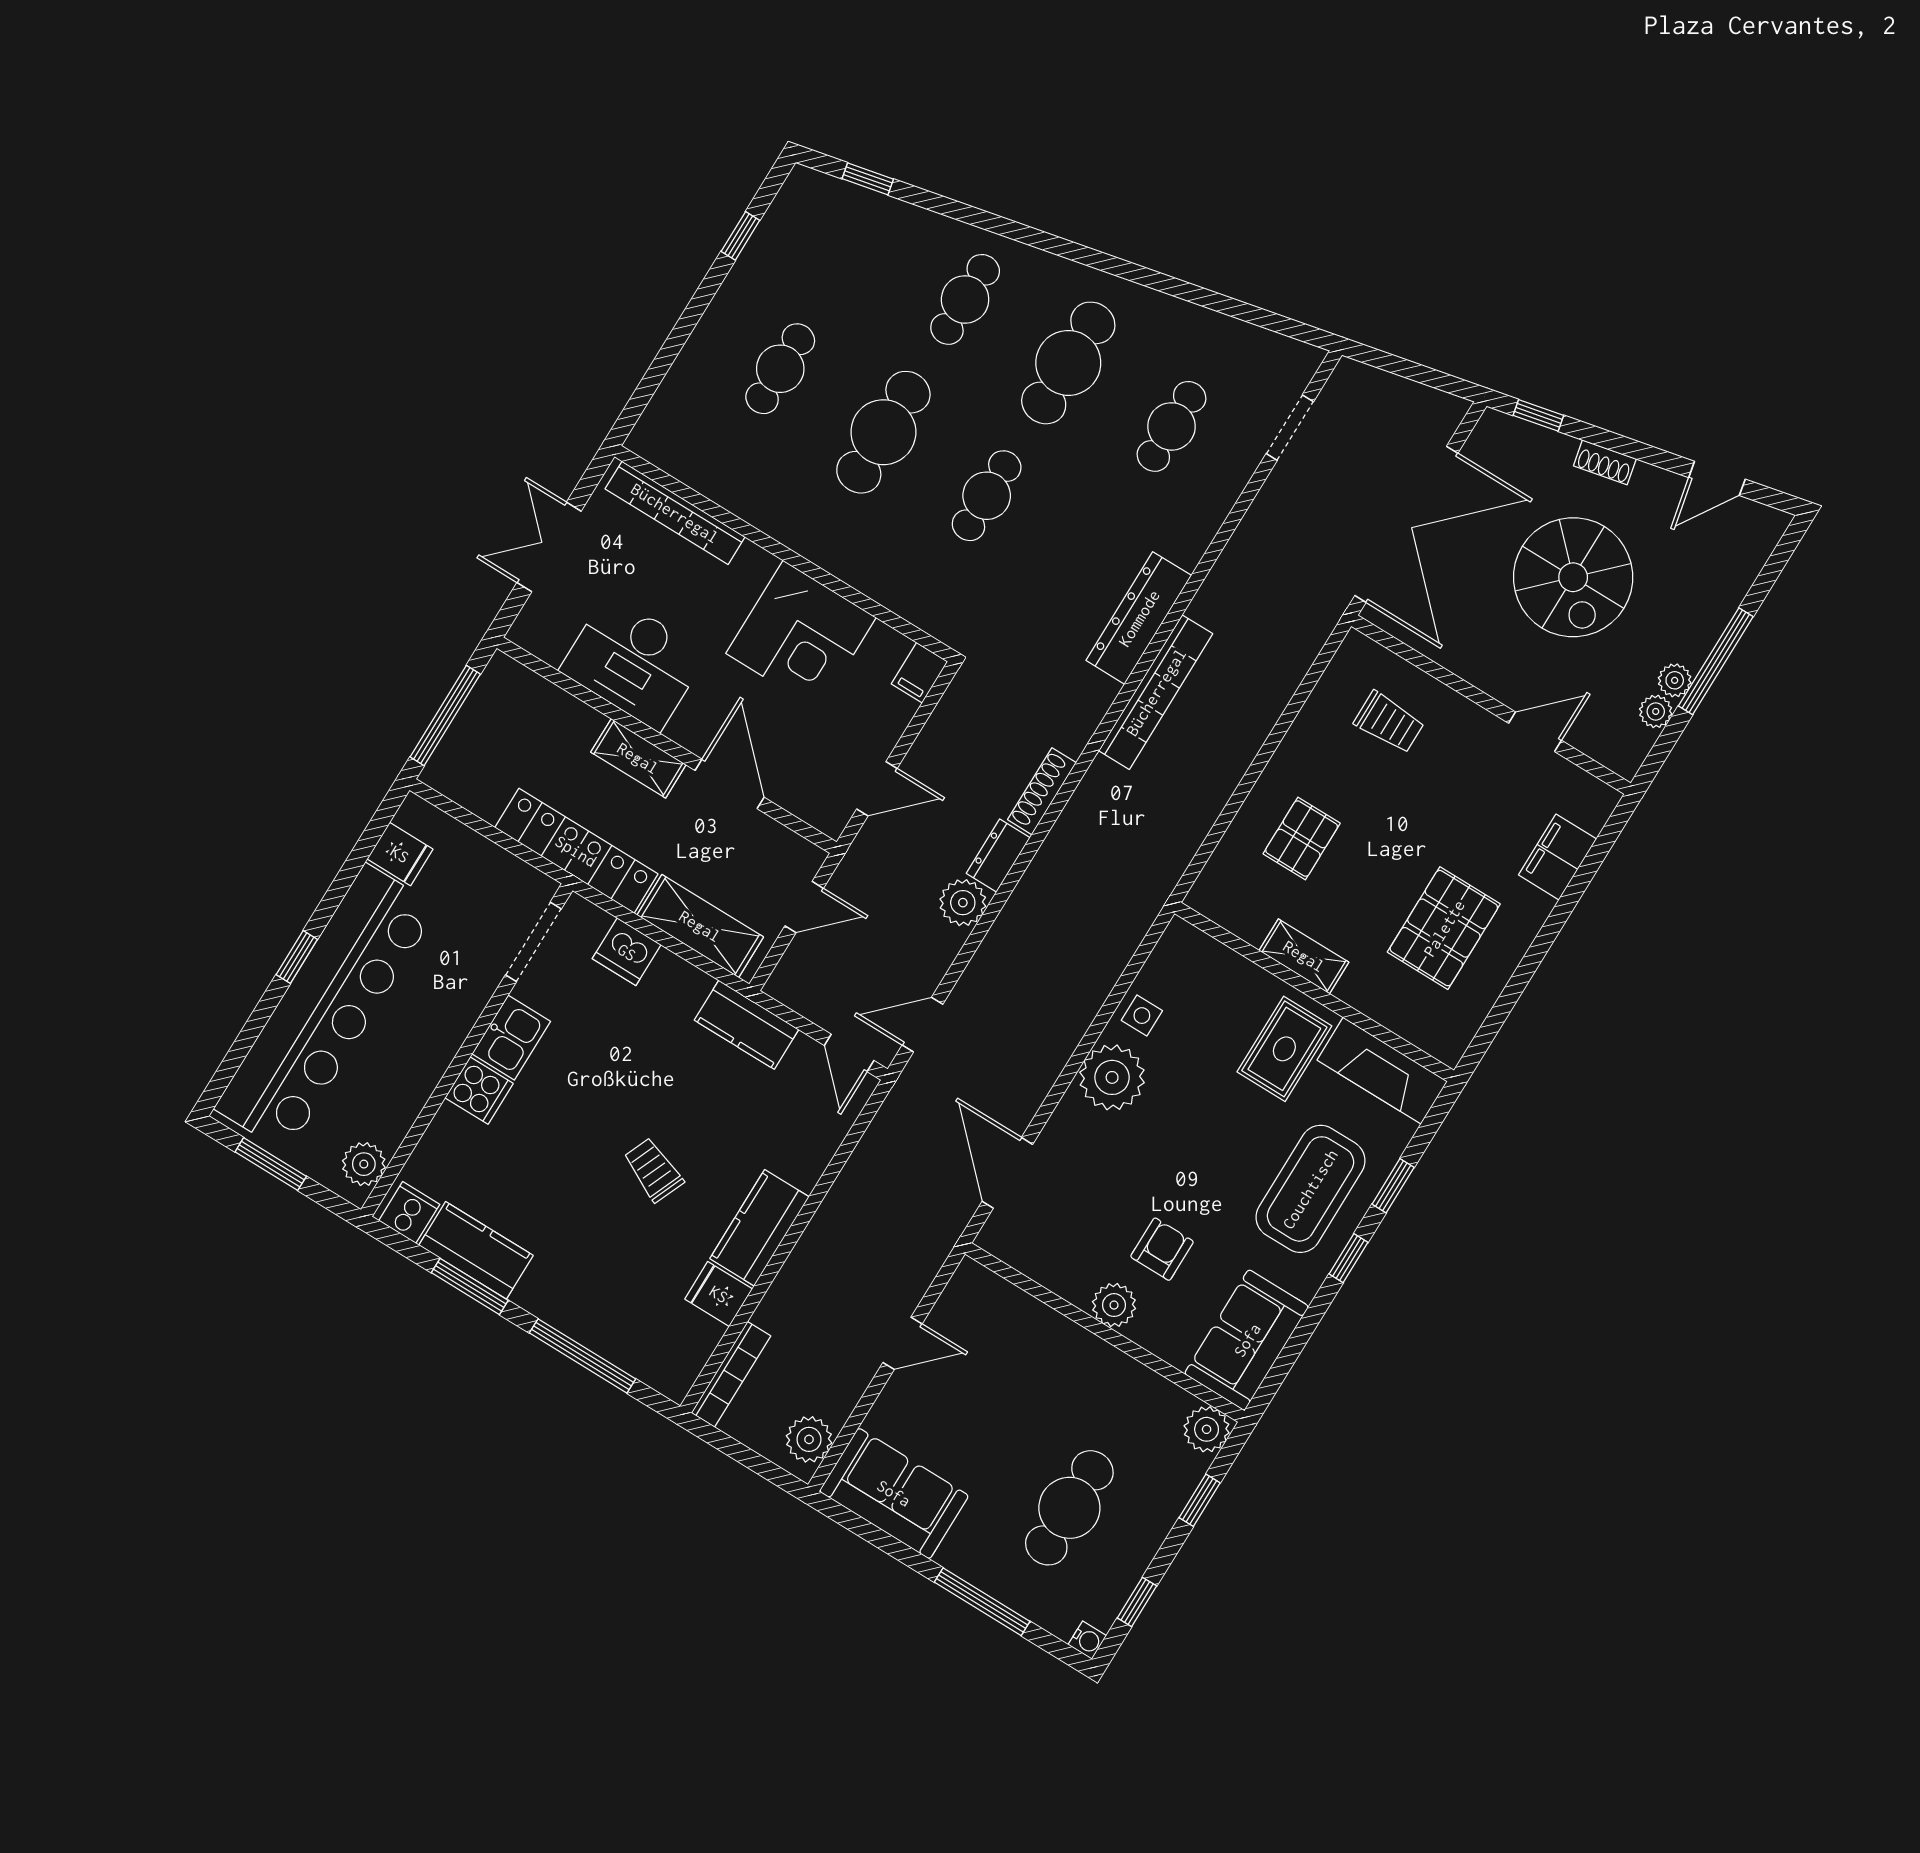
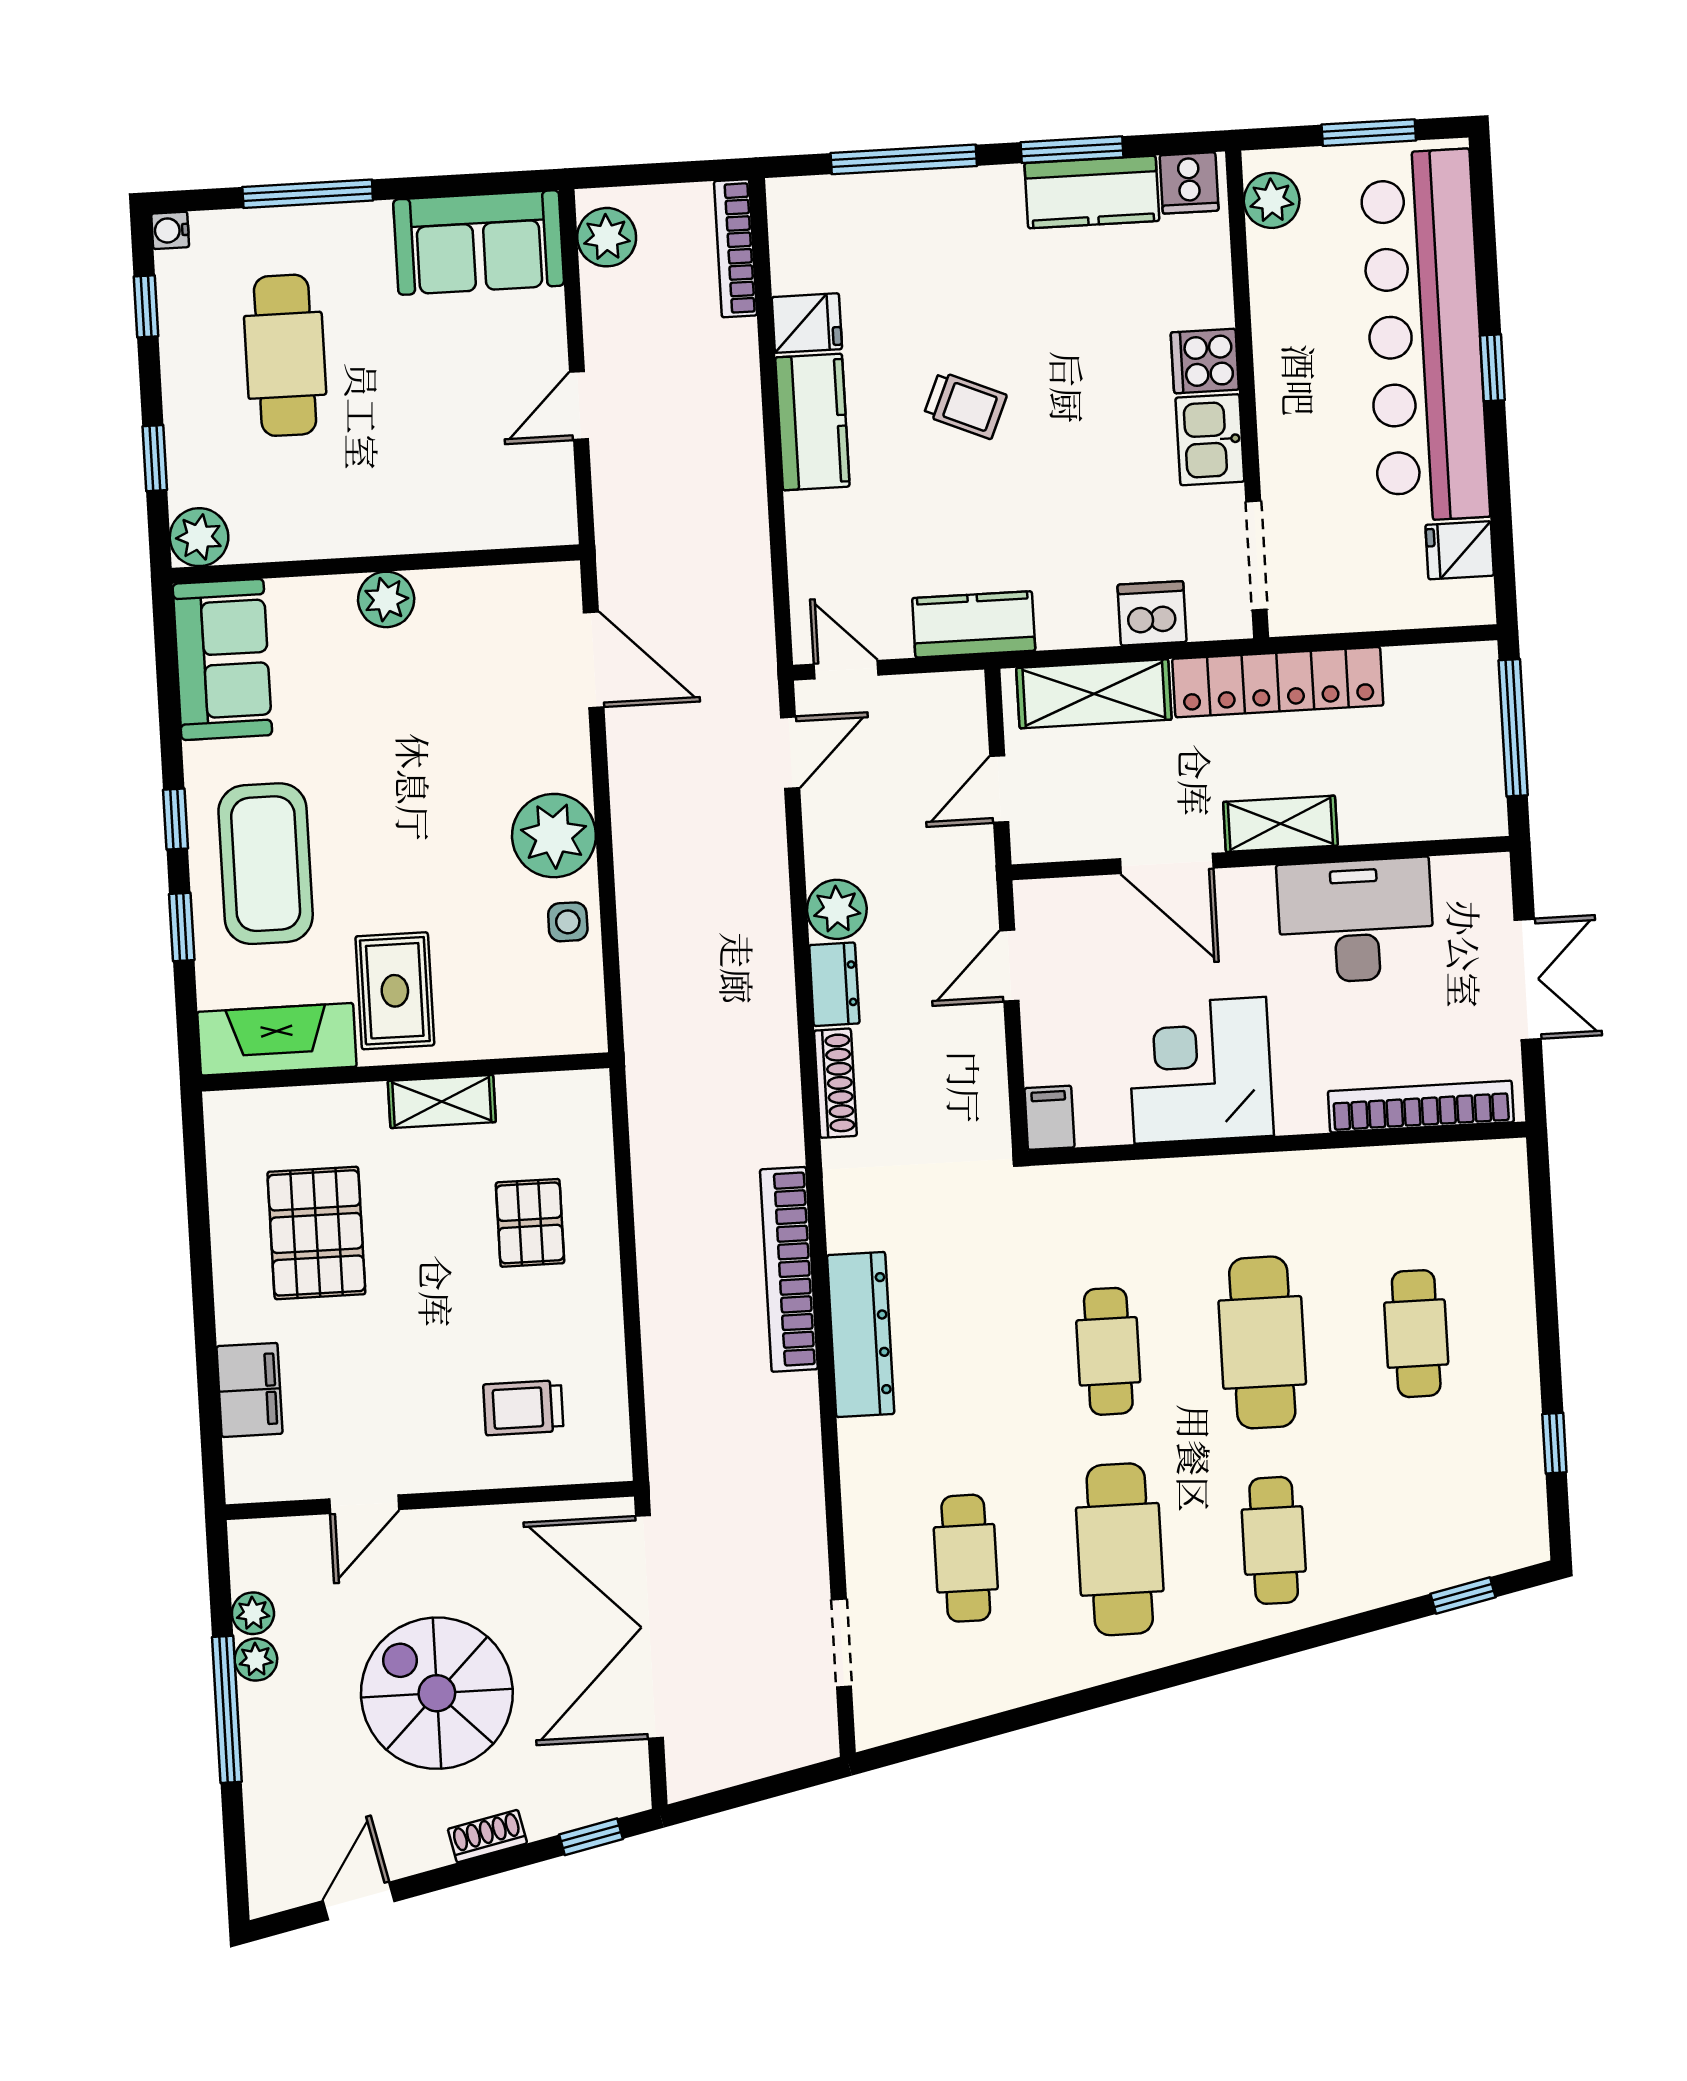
armchair: (1162, 1249) -> (377, 693), removed

